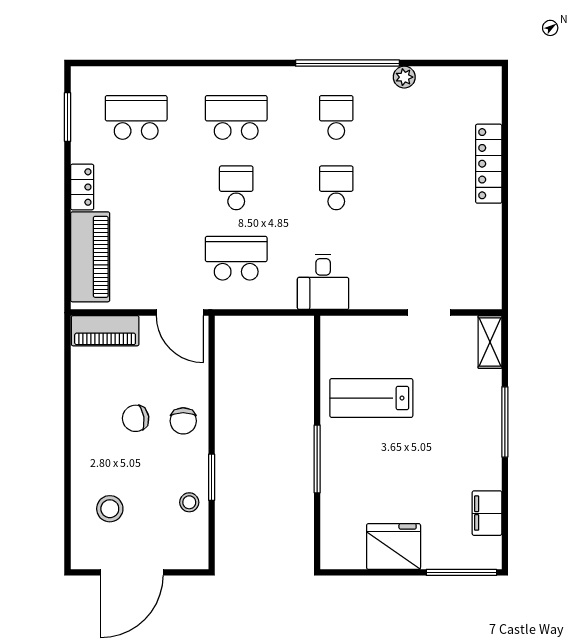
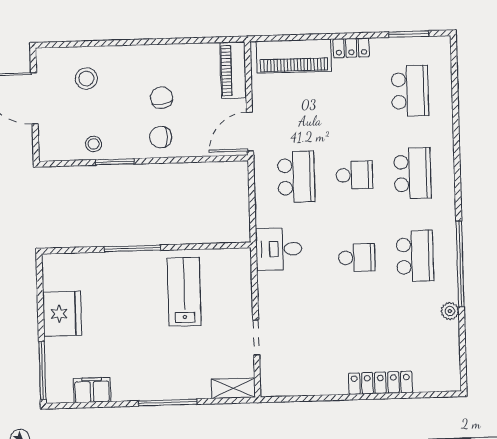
school desk: (336, 117) -> (415, 256), width x1.85

